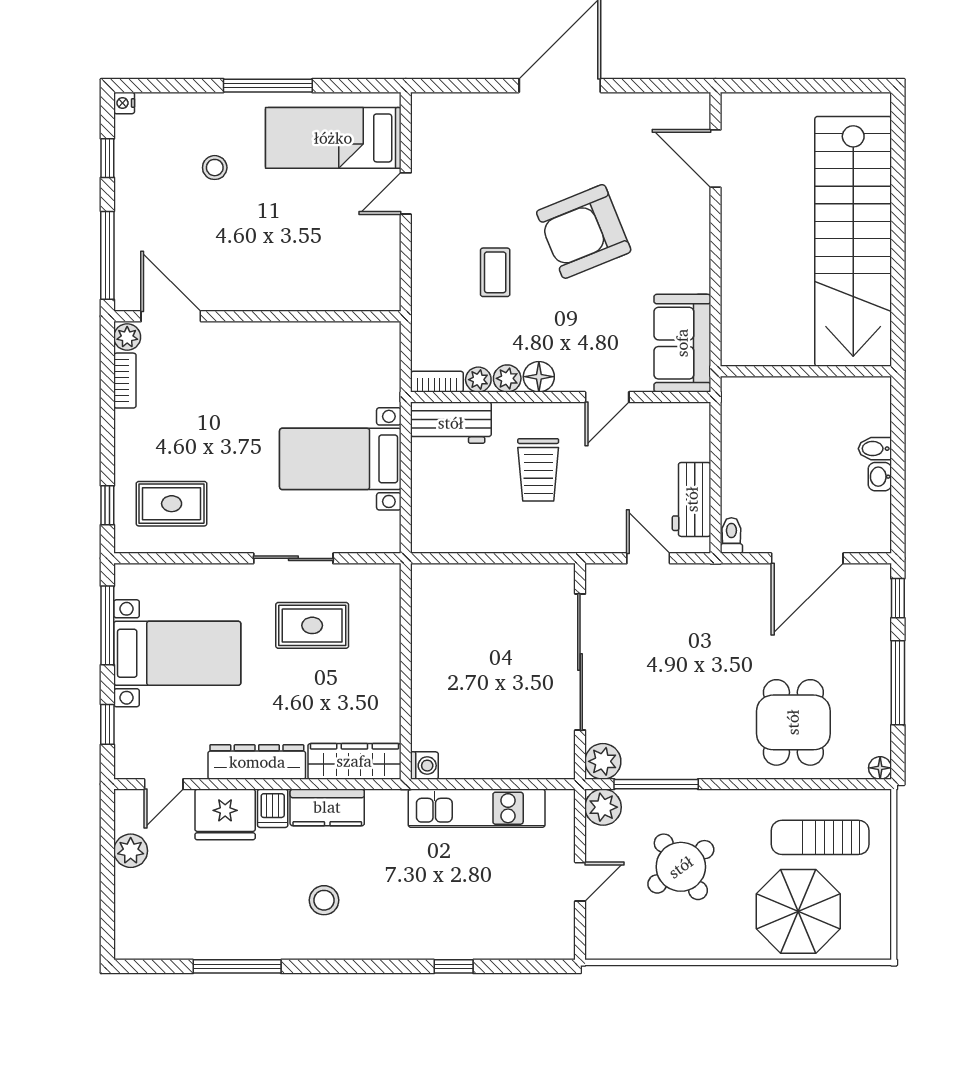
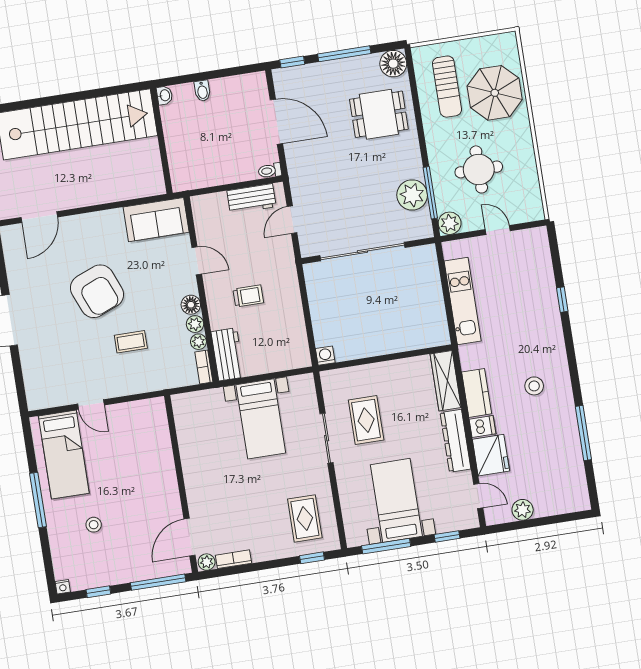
trolley: (538, 470) -> (248, 296), width x0.73, depth x0.72
washbasin: (880, 477) -> (165, 95), moved, turned -90
plant: (603, 761) -> (412, 195), moved, width x1.36, depth x1.36
washing machine: (424, 766) -> (325, 356), moved
floor lamp: (880, 768) -> (393, 64), width x1.89, depth x1.89
round table: (681, 867) -> (479, 169), turned 36

